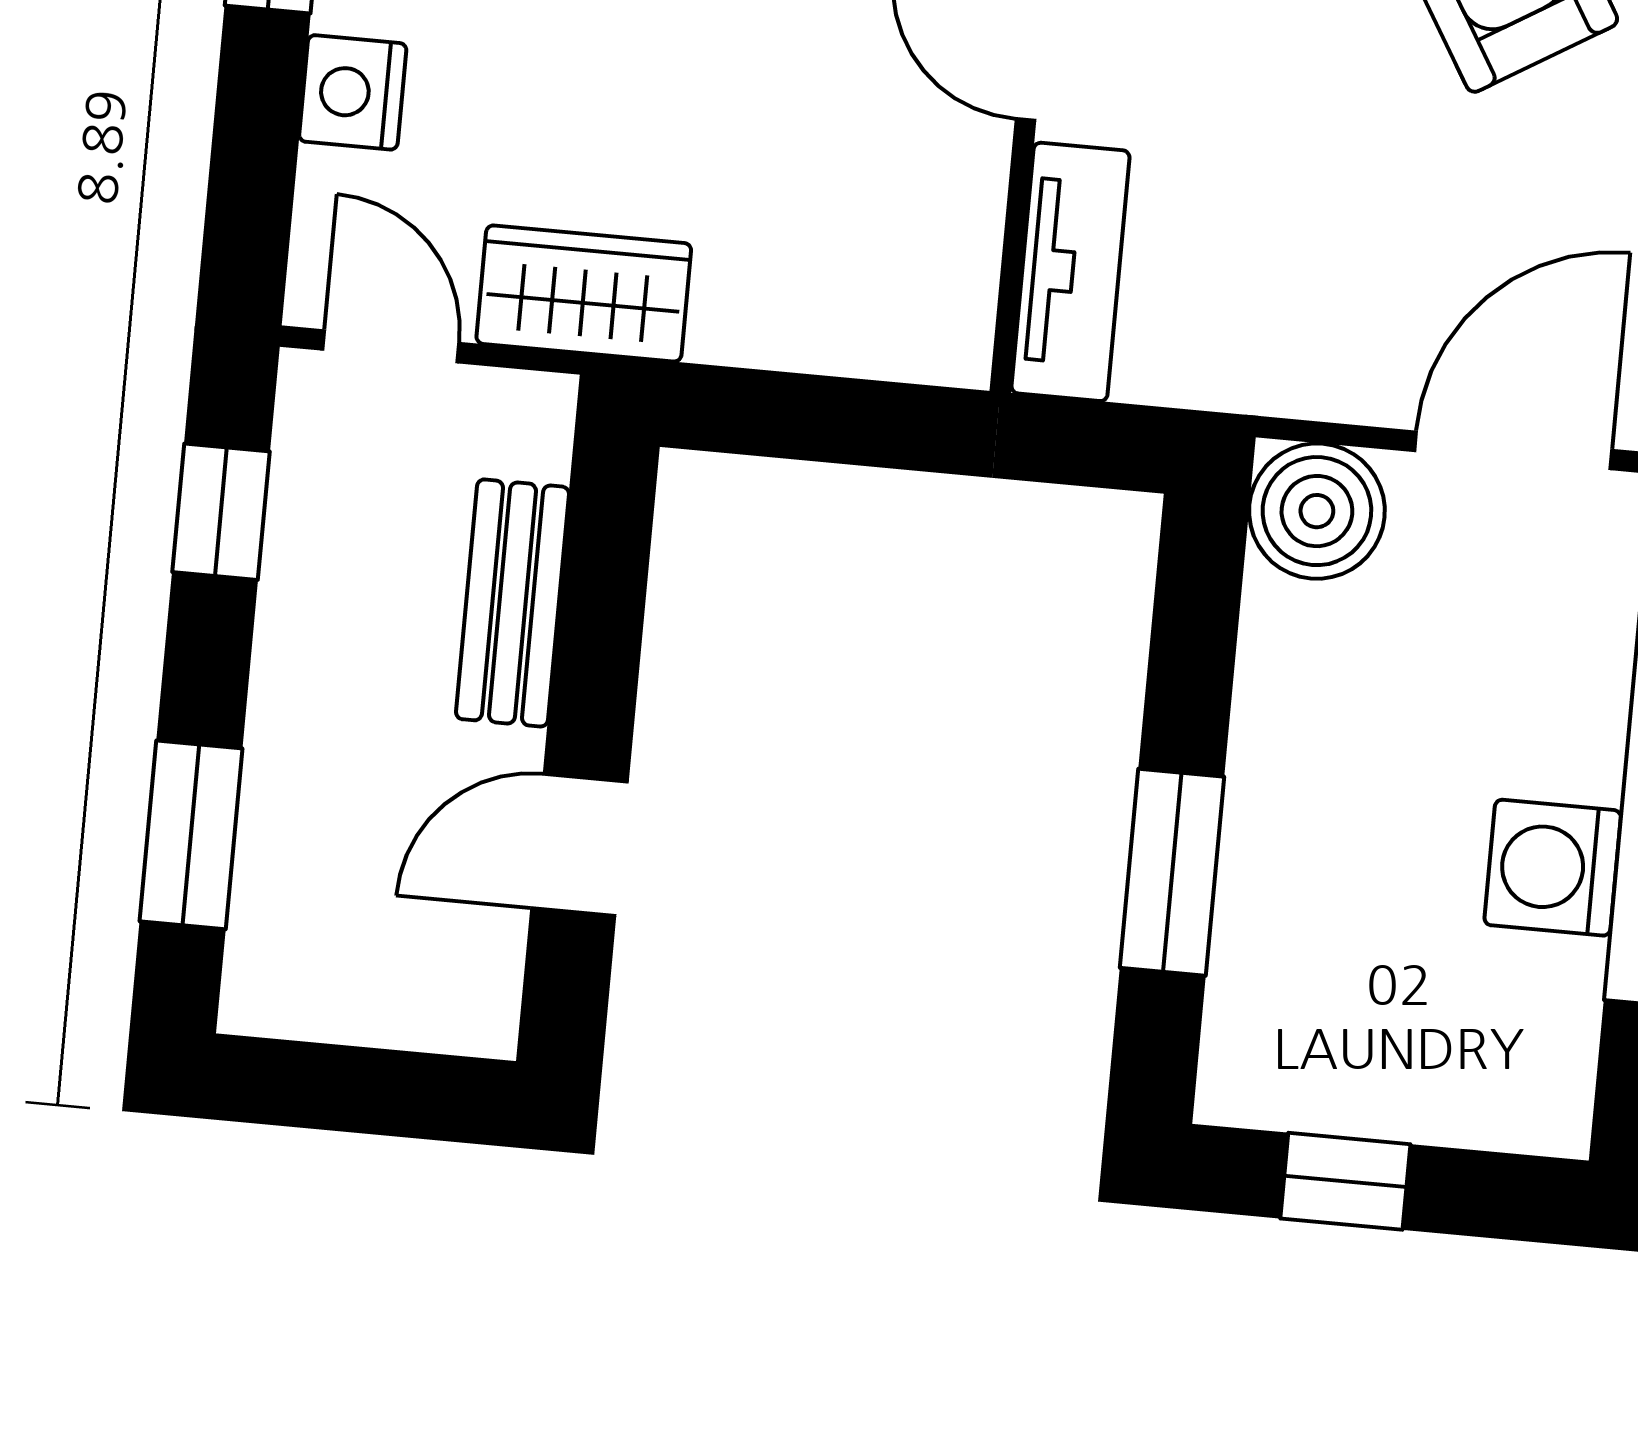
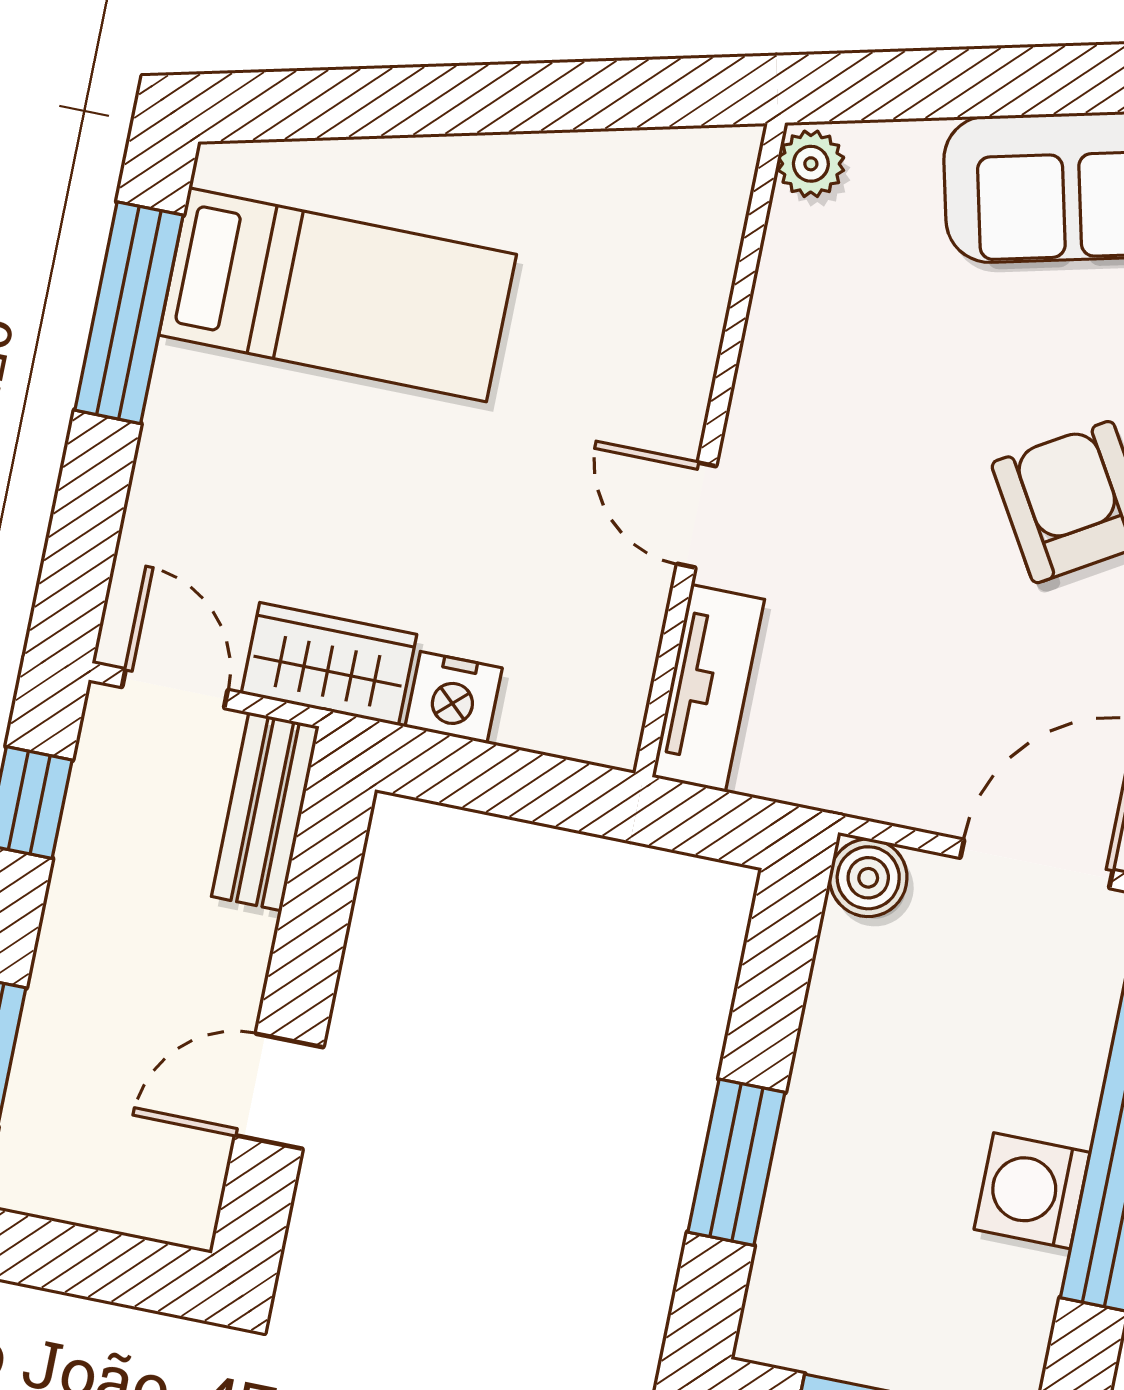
nightstand: (353, 92) -> (454, 697), moved, turned -90
boiler: (1317, 511) -> (868, 878), width x0.73, depth x0.73
bench: (512, 603) -> (265, 811), moved

